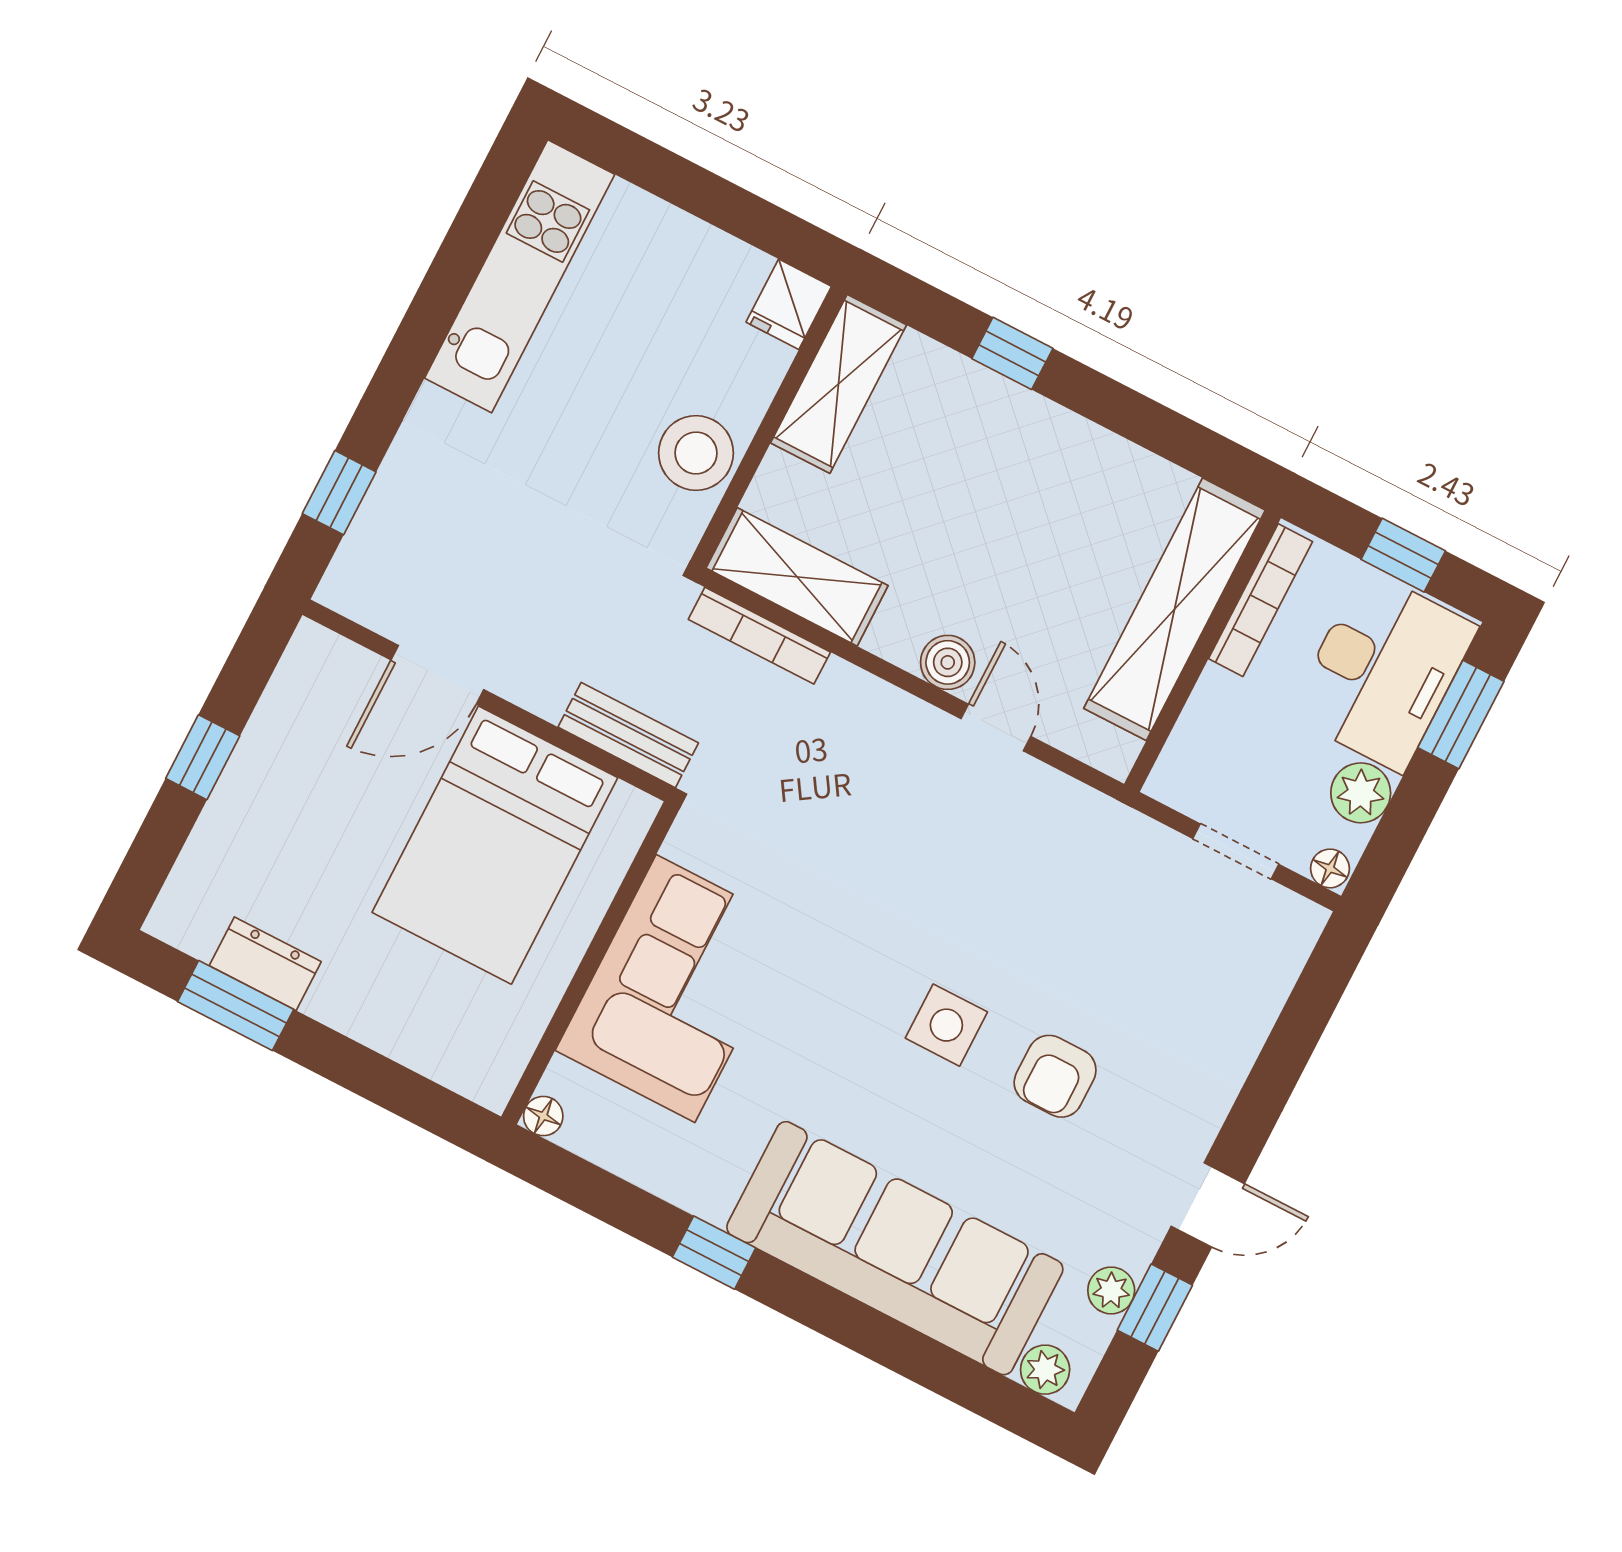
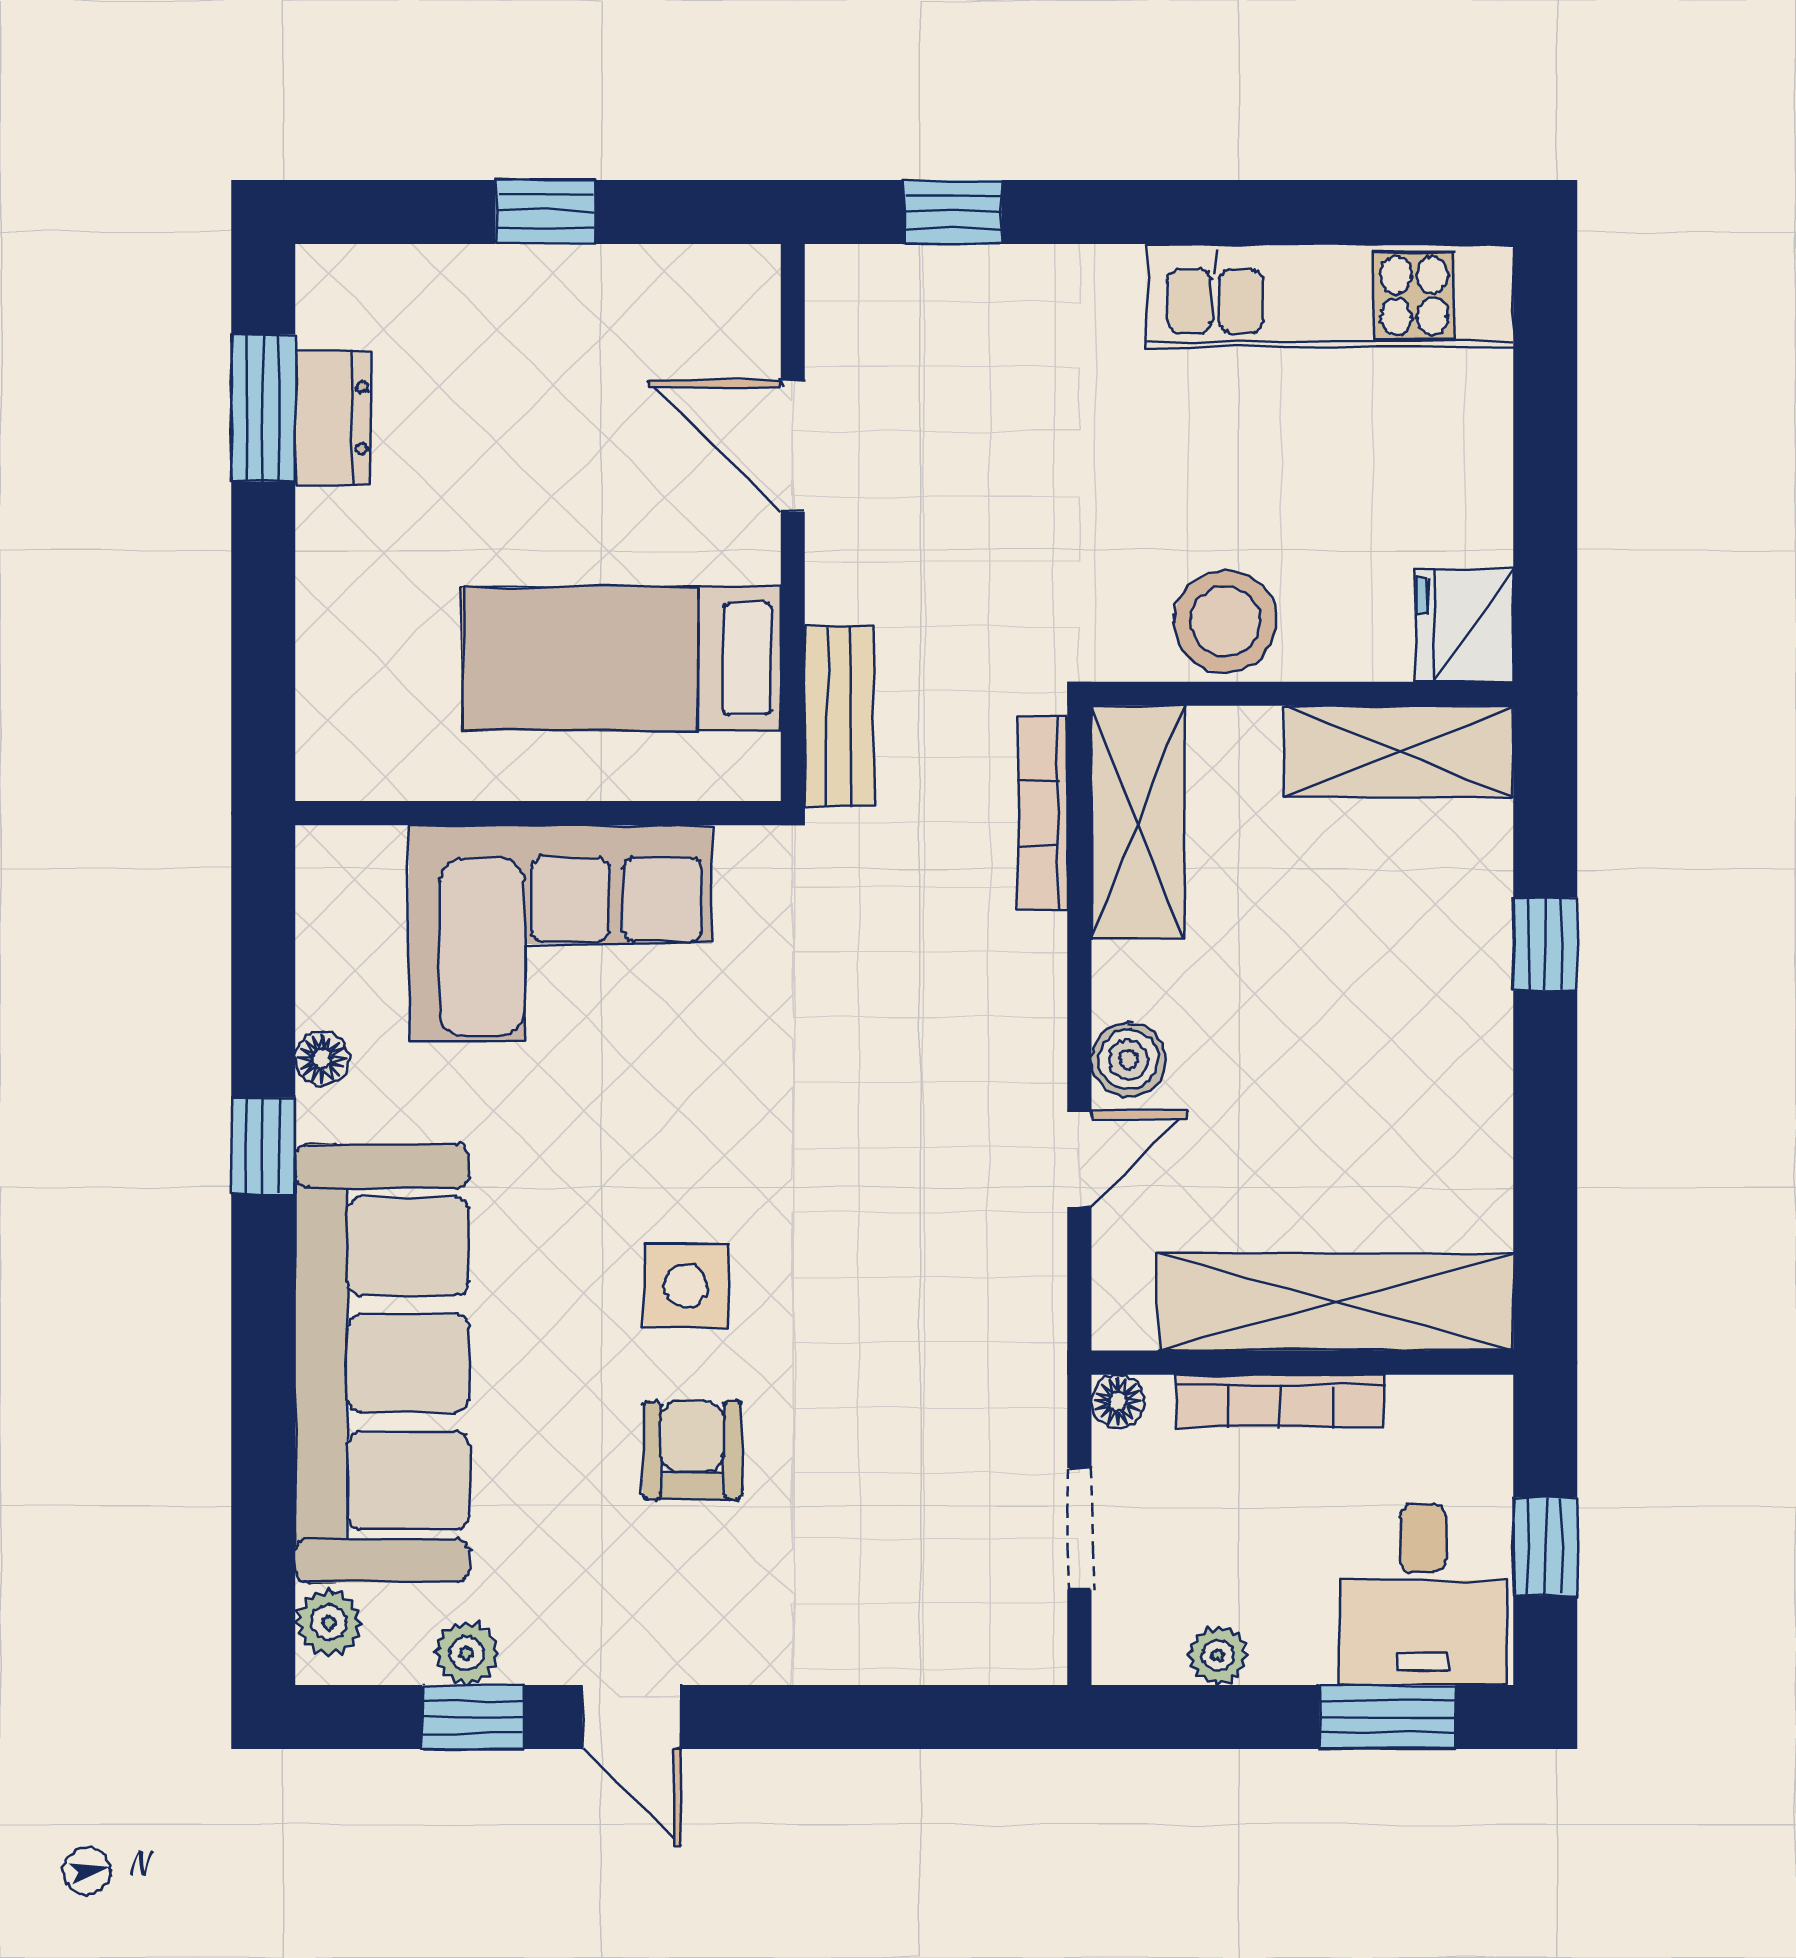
fridge: (789, 304) -> (1465, 625), width x1.38
bookcase: (1261, 600) -> (1280, 1401), moved
desk: (1383, 671) -> (1423, 1595), width x0.73
plant: (1361, 793) -> (1218, 1655), width x0.73, depth x0.73
bed: (495, 845) -> (622, 659), width x0.67
floor lamp: (1330, 868) -> (1118, 1401), moved
armchair: (1055, 1076) -> (692, 1450), turned 90
floor lamp: (543, 1116) -> (322, 1059), moved

